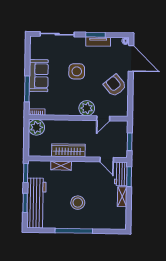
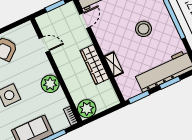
plant: (87, 108) -> (50, 84), moved

